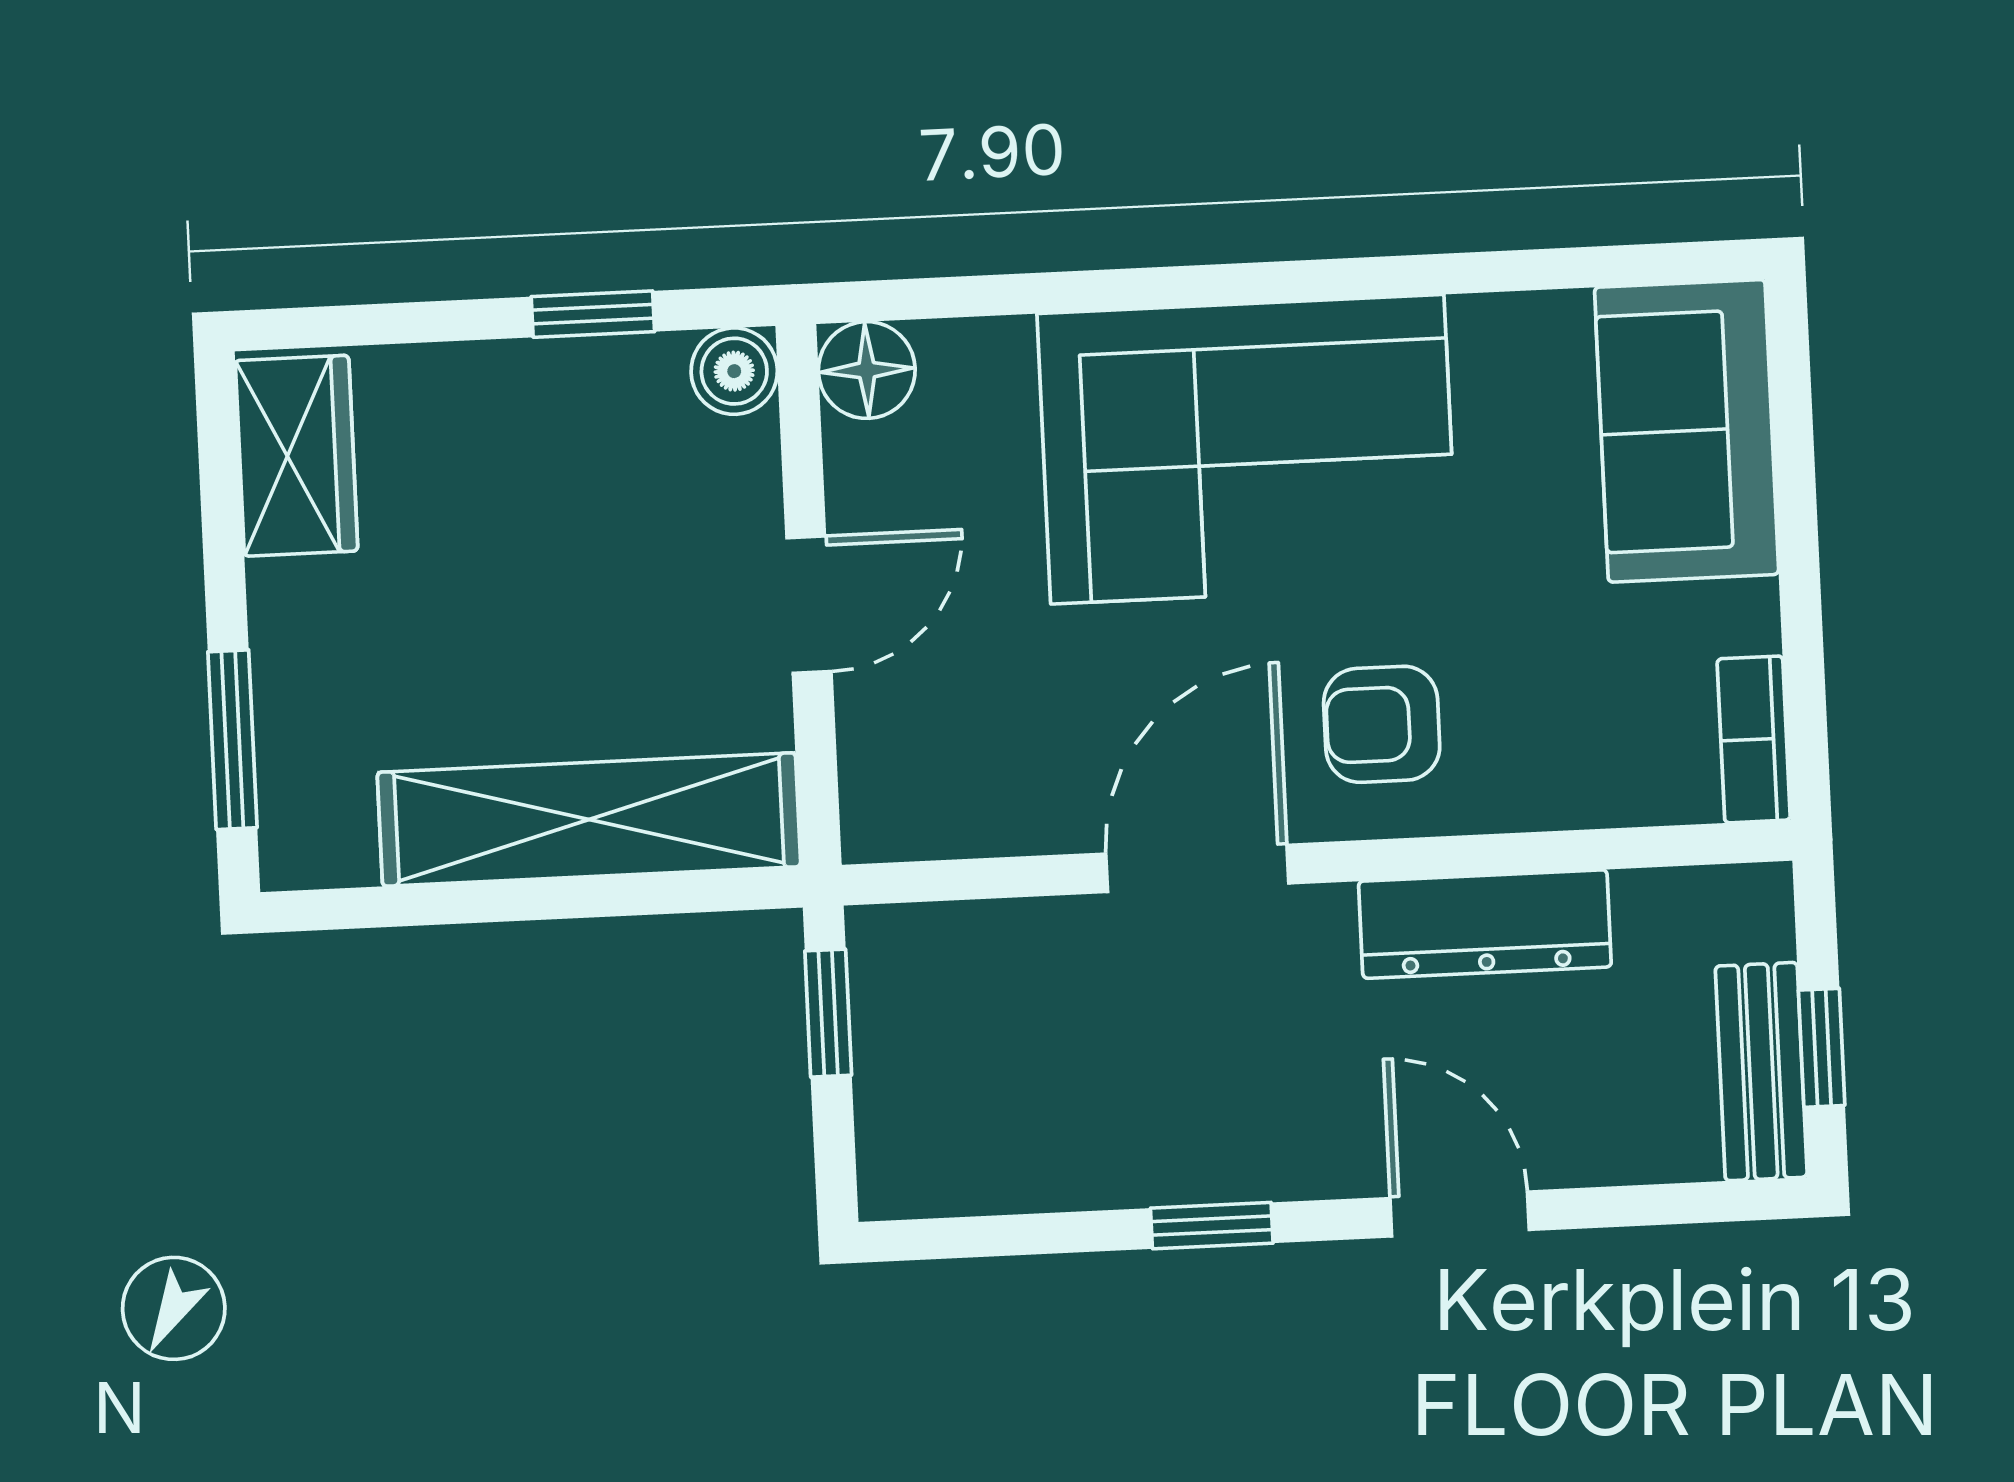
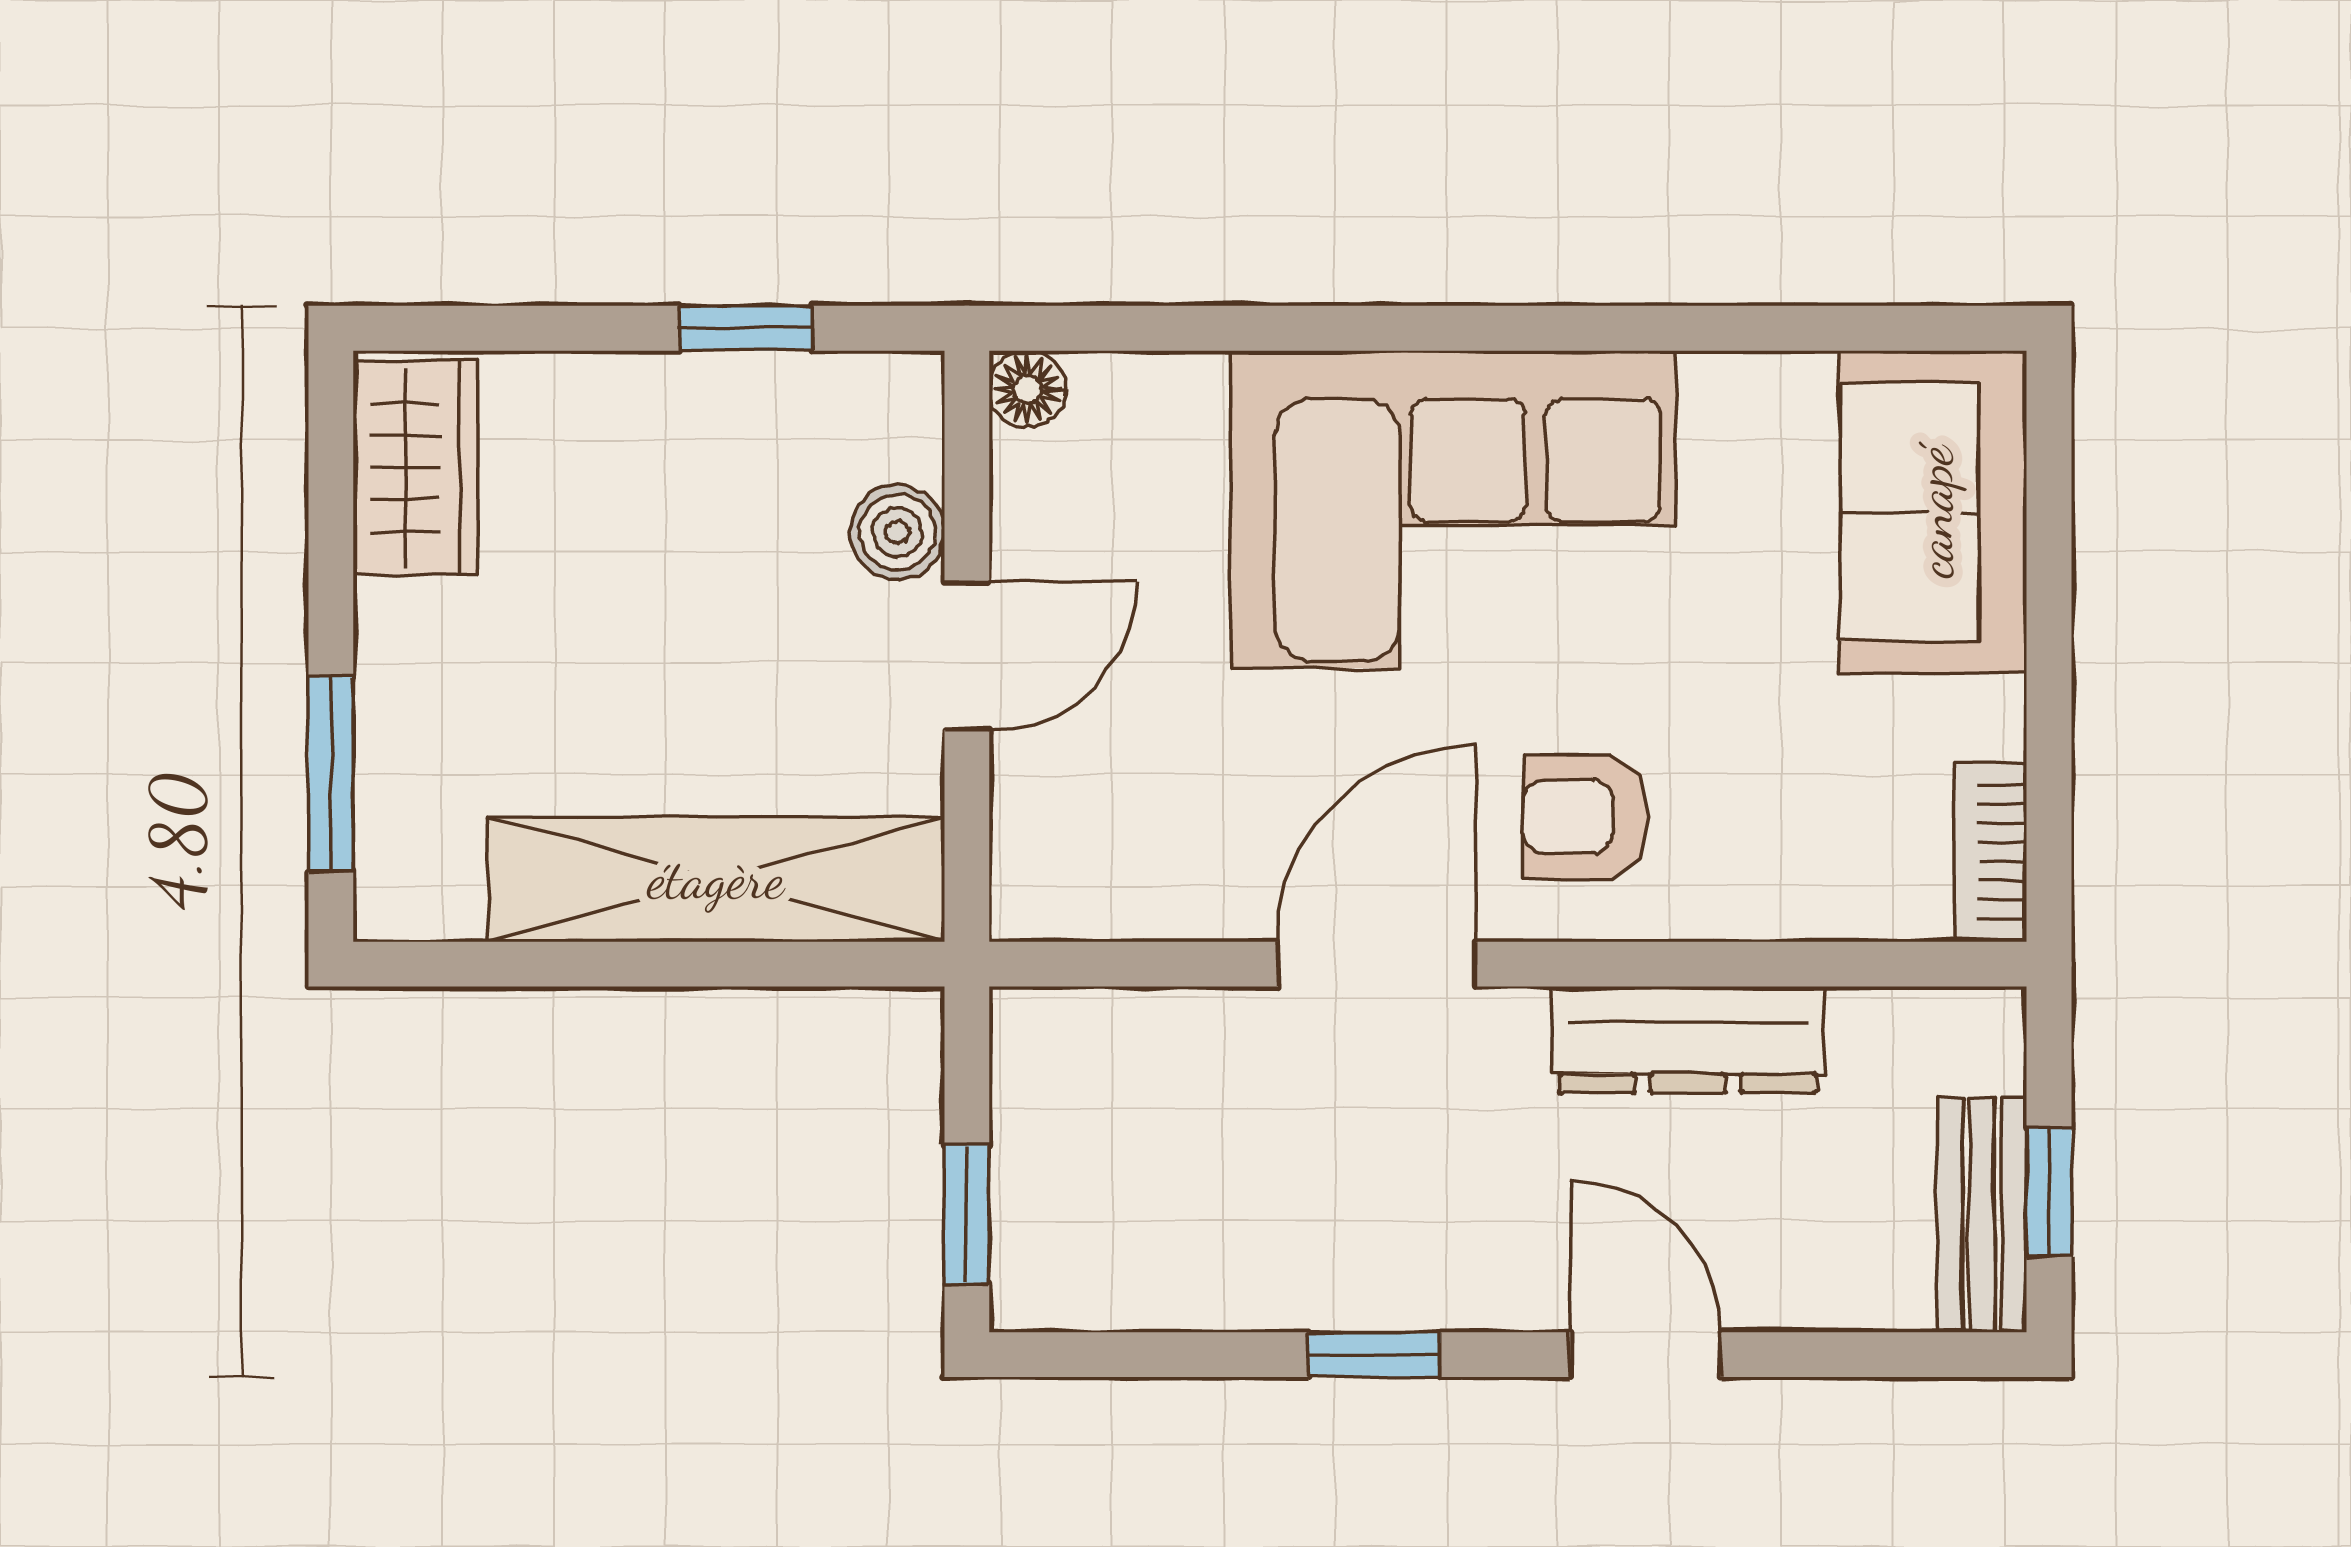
floor lamp: (867, 370) -> (1028, 389), width x0.73, depth x0.73
boiler: (734, 371) -> (897, 532), moved
window: (828, 1013) -> (967, 1214), moved

